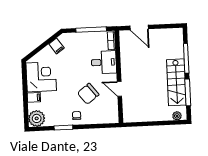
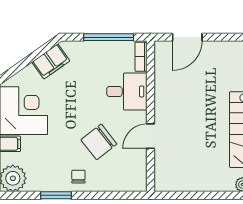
door: (139, 27) -> (187, 37), hinge flipped
filing cabinet: (57, 46) -> (51, 61), width x2.00
door: (119, 89) -> (151, 136), hinge flipped

